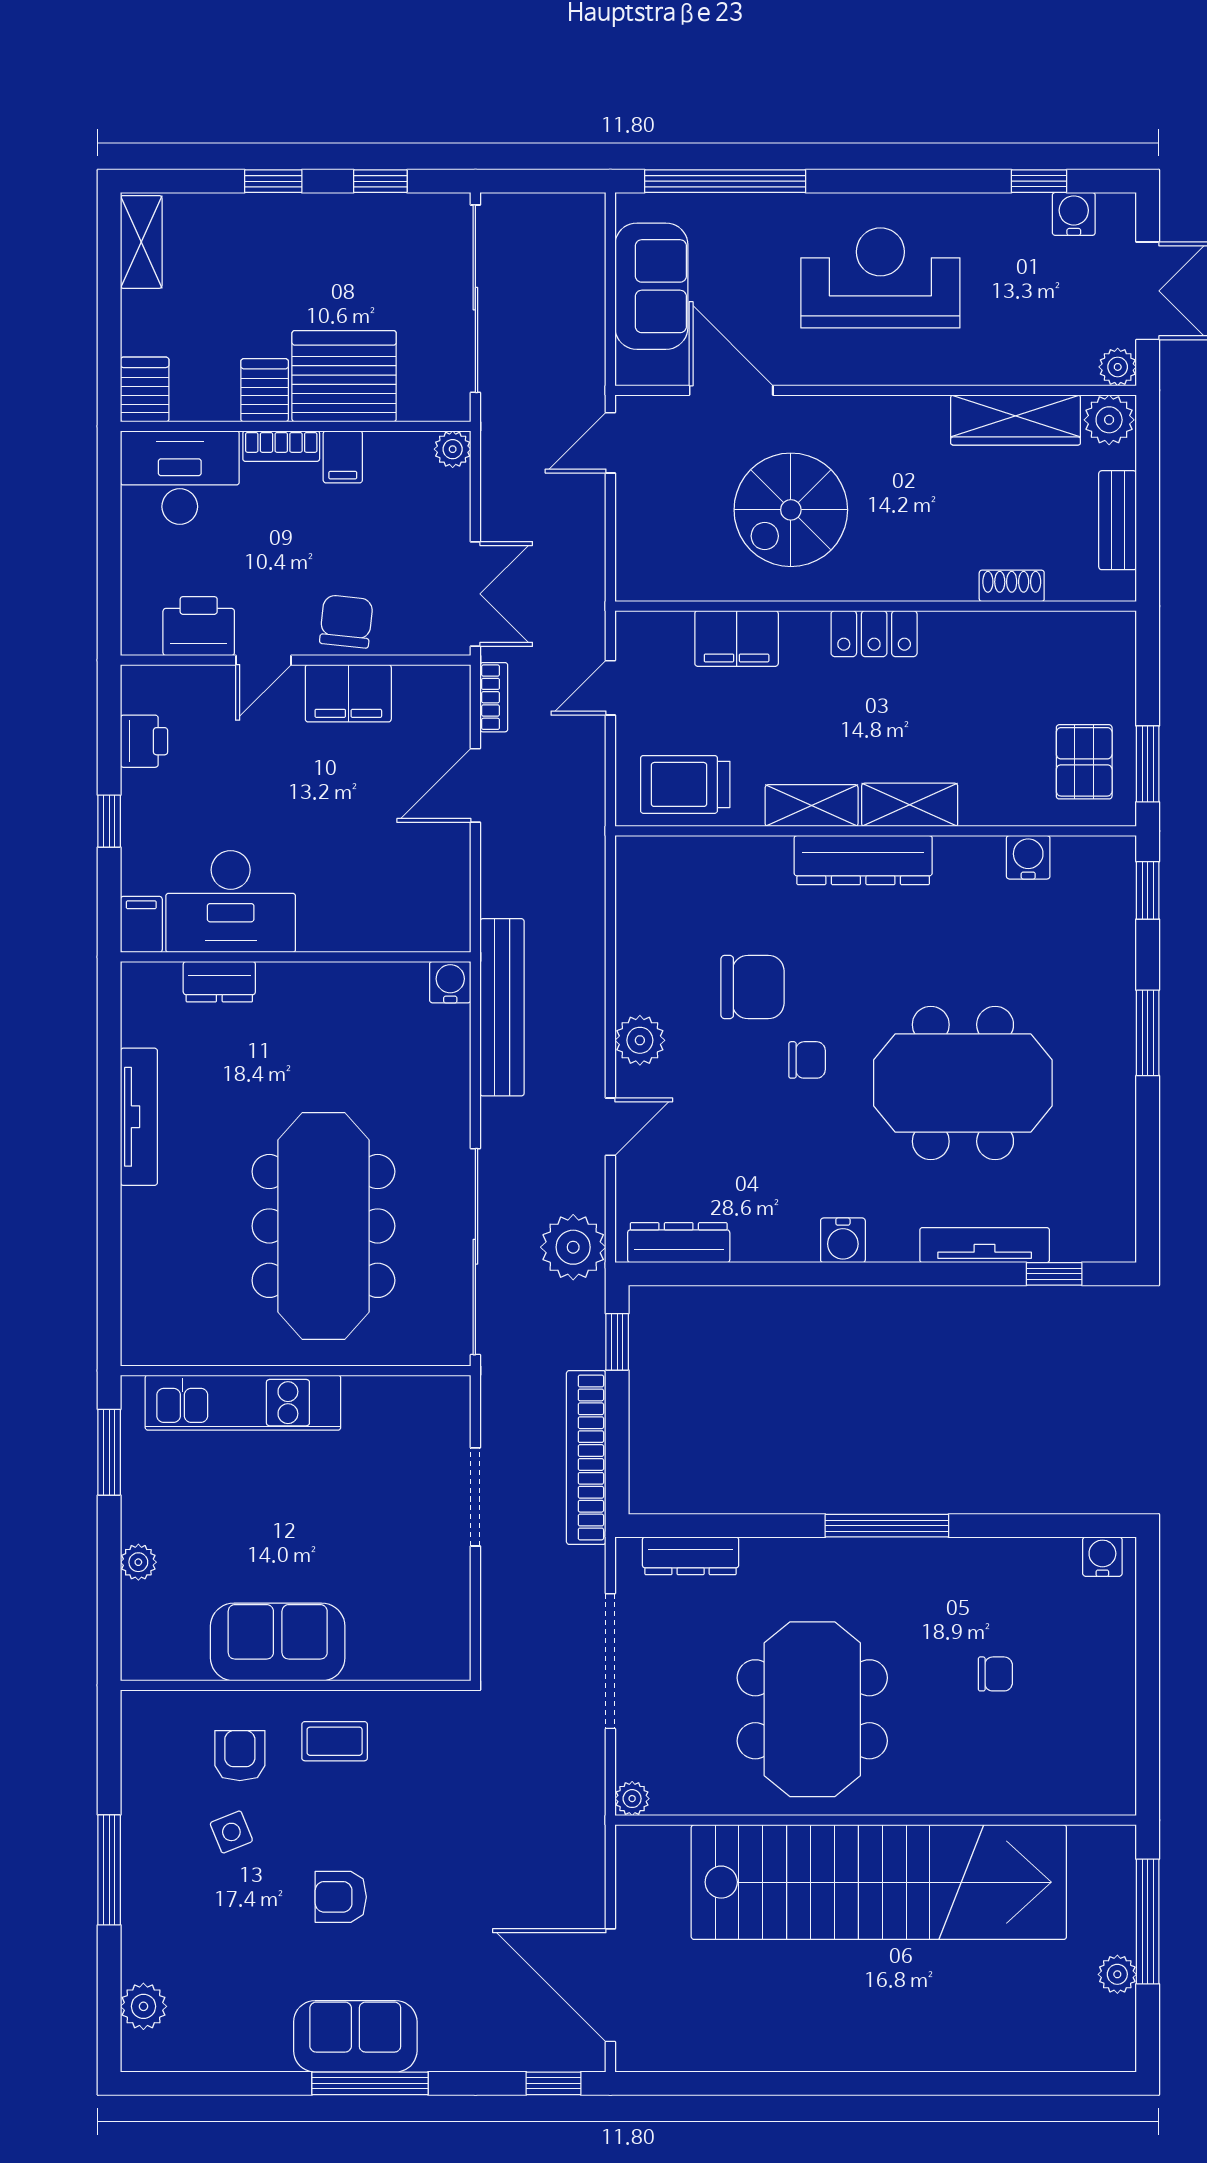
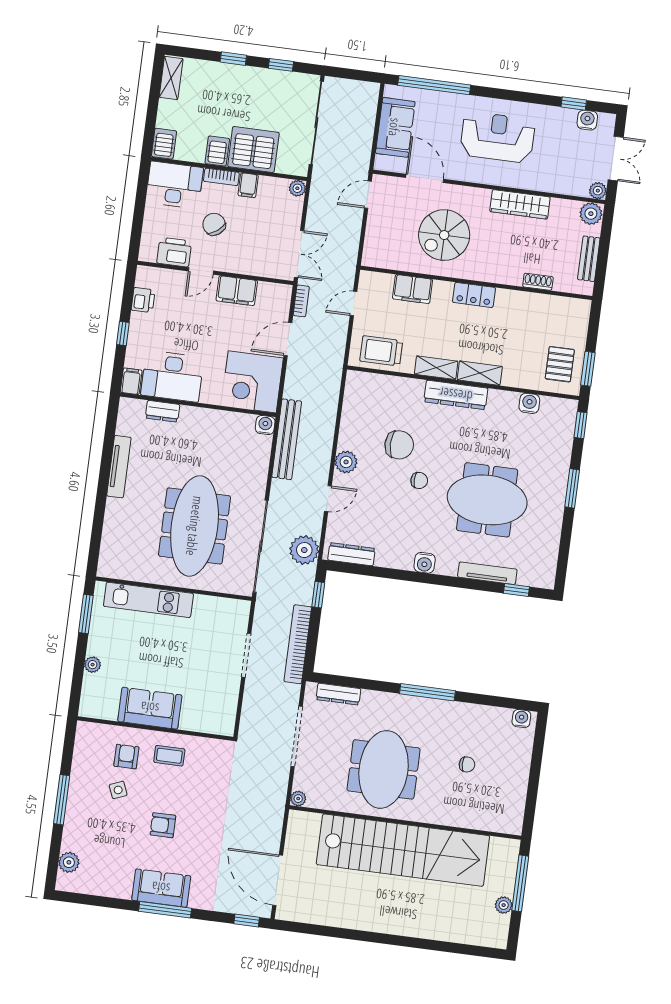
wardrobe: (1016, 420) -> (520, 204), moved
chair: (346, 621) -> (214, 224), moved, turned -43
corner desk: (409, 890) -> (252, 382), added

